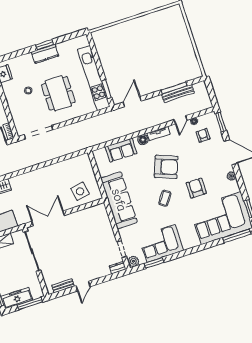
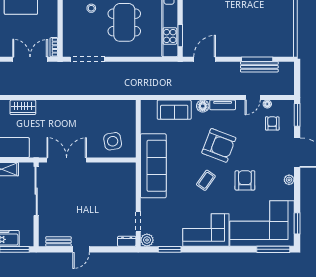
corner sofa: (161, 243) -> (206, 230), moved

